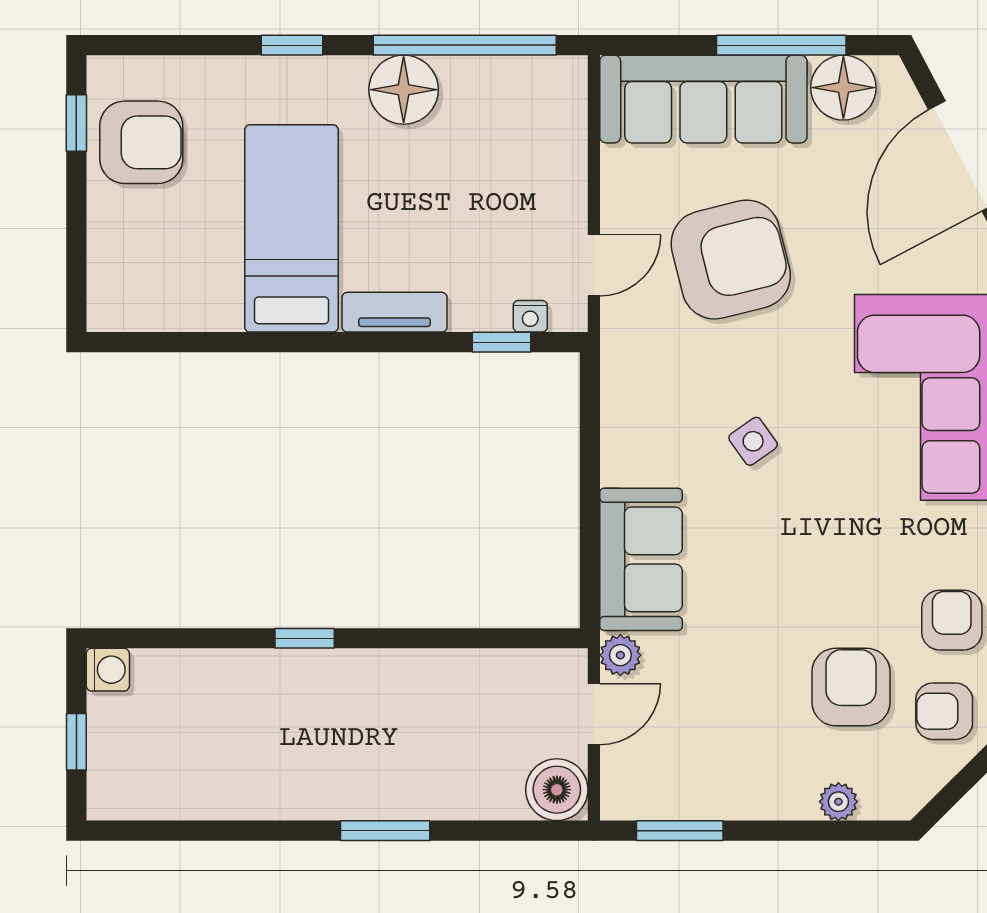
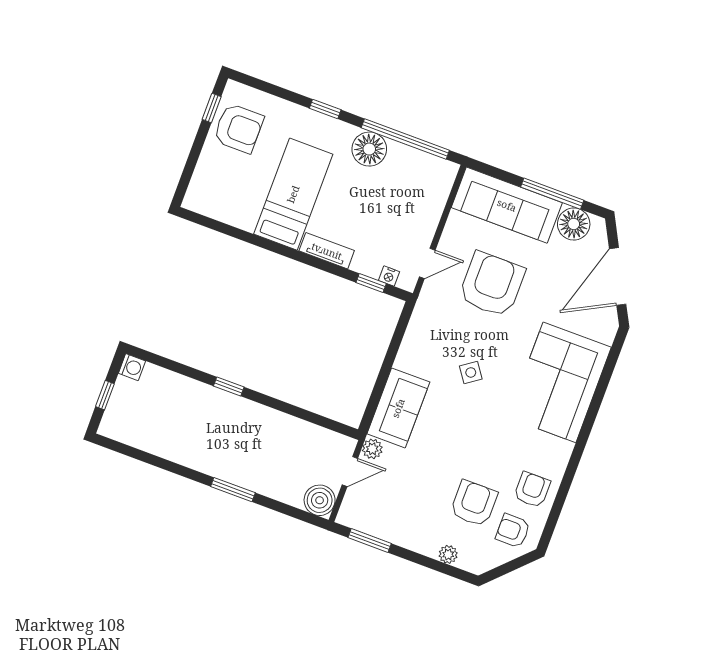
armchair: (731, 260) -> (492, 284), turned -76

